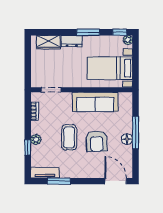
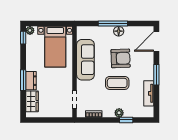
window: (88, 32) -> (23, 80), moved
tv unit: (45, 173) -> (149, 93), moved
window: (59, 181) -> (156, 75), moved

